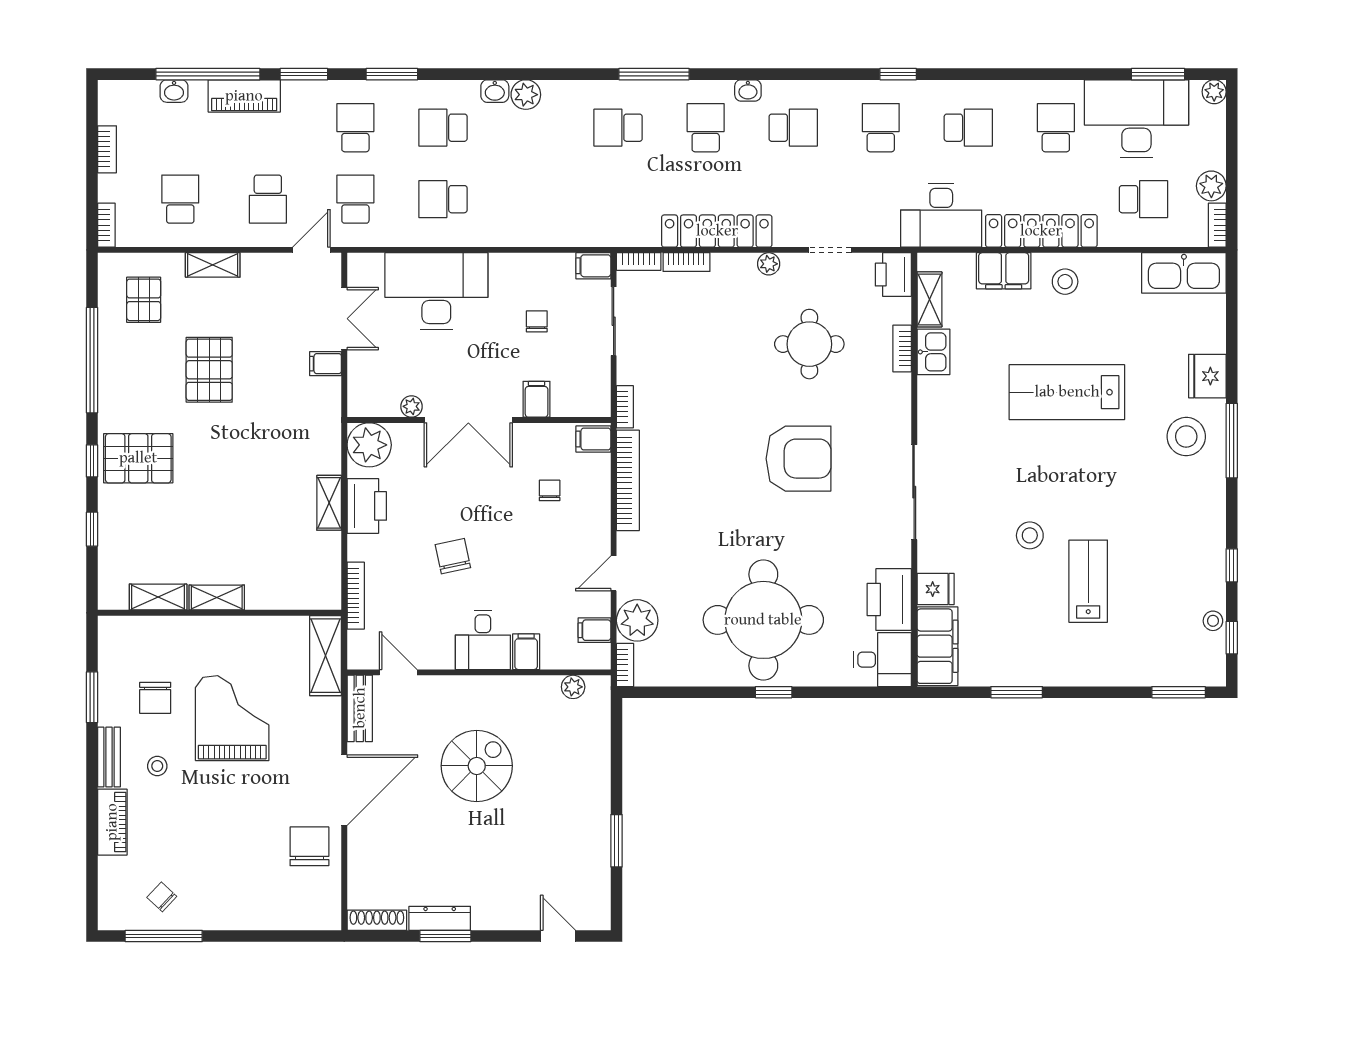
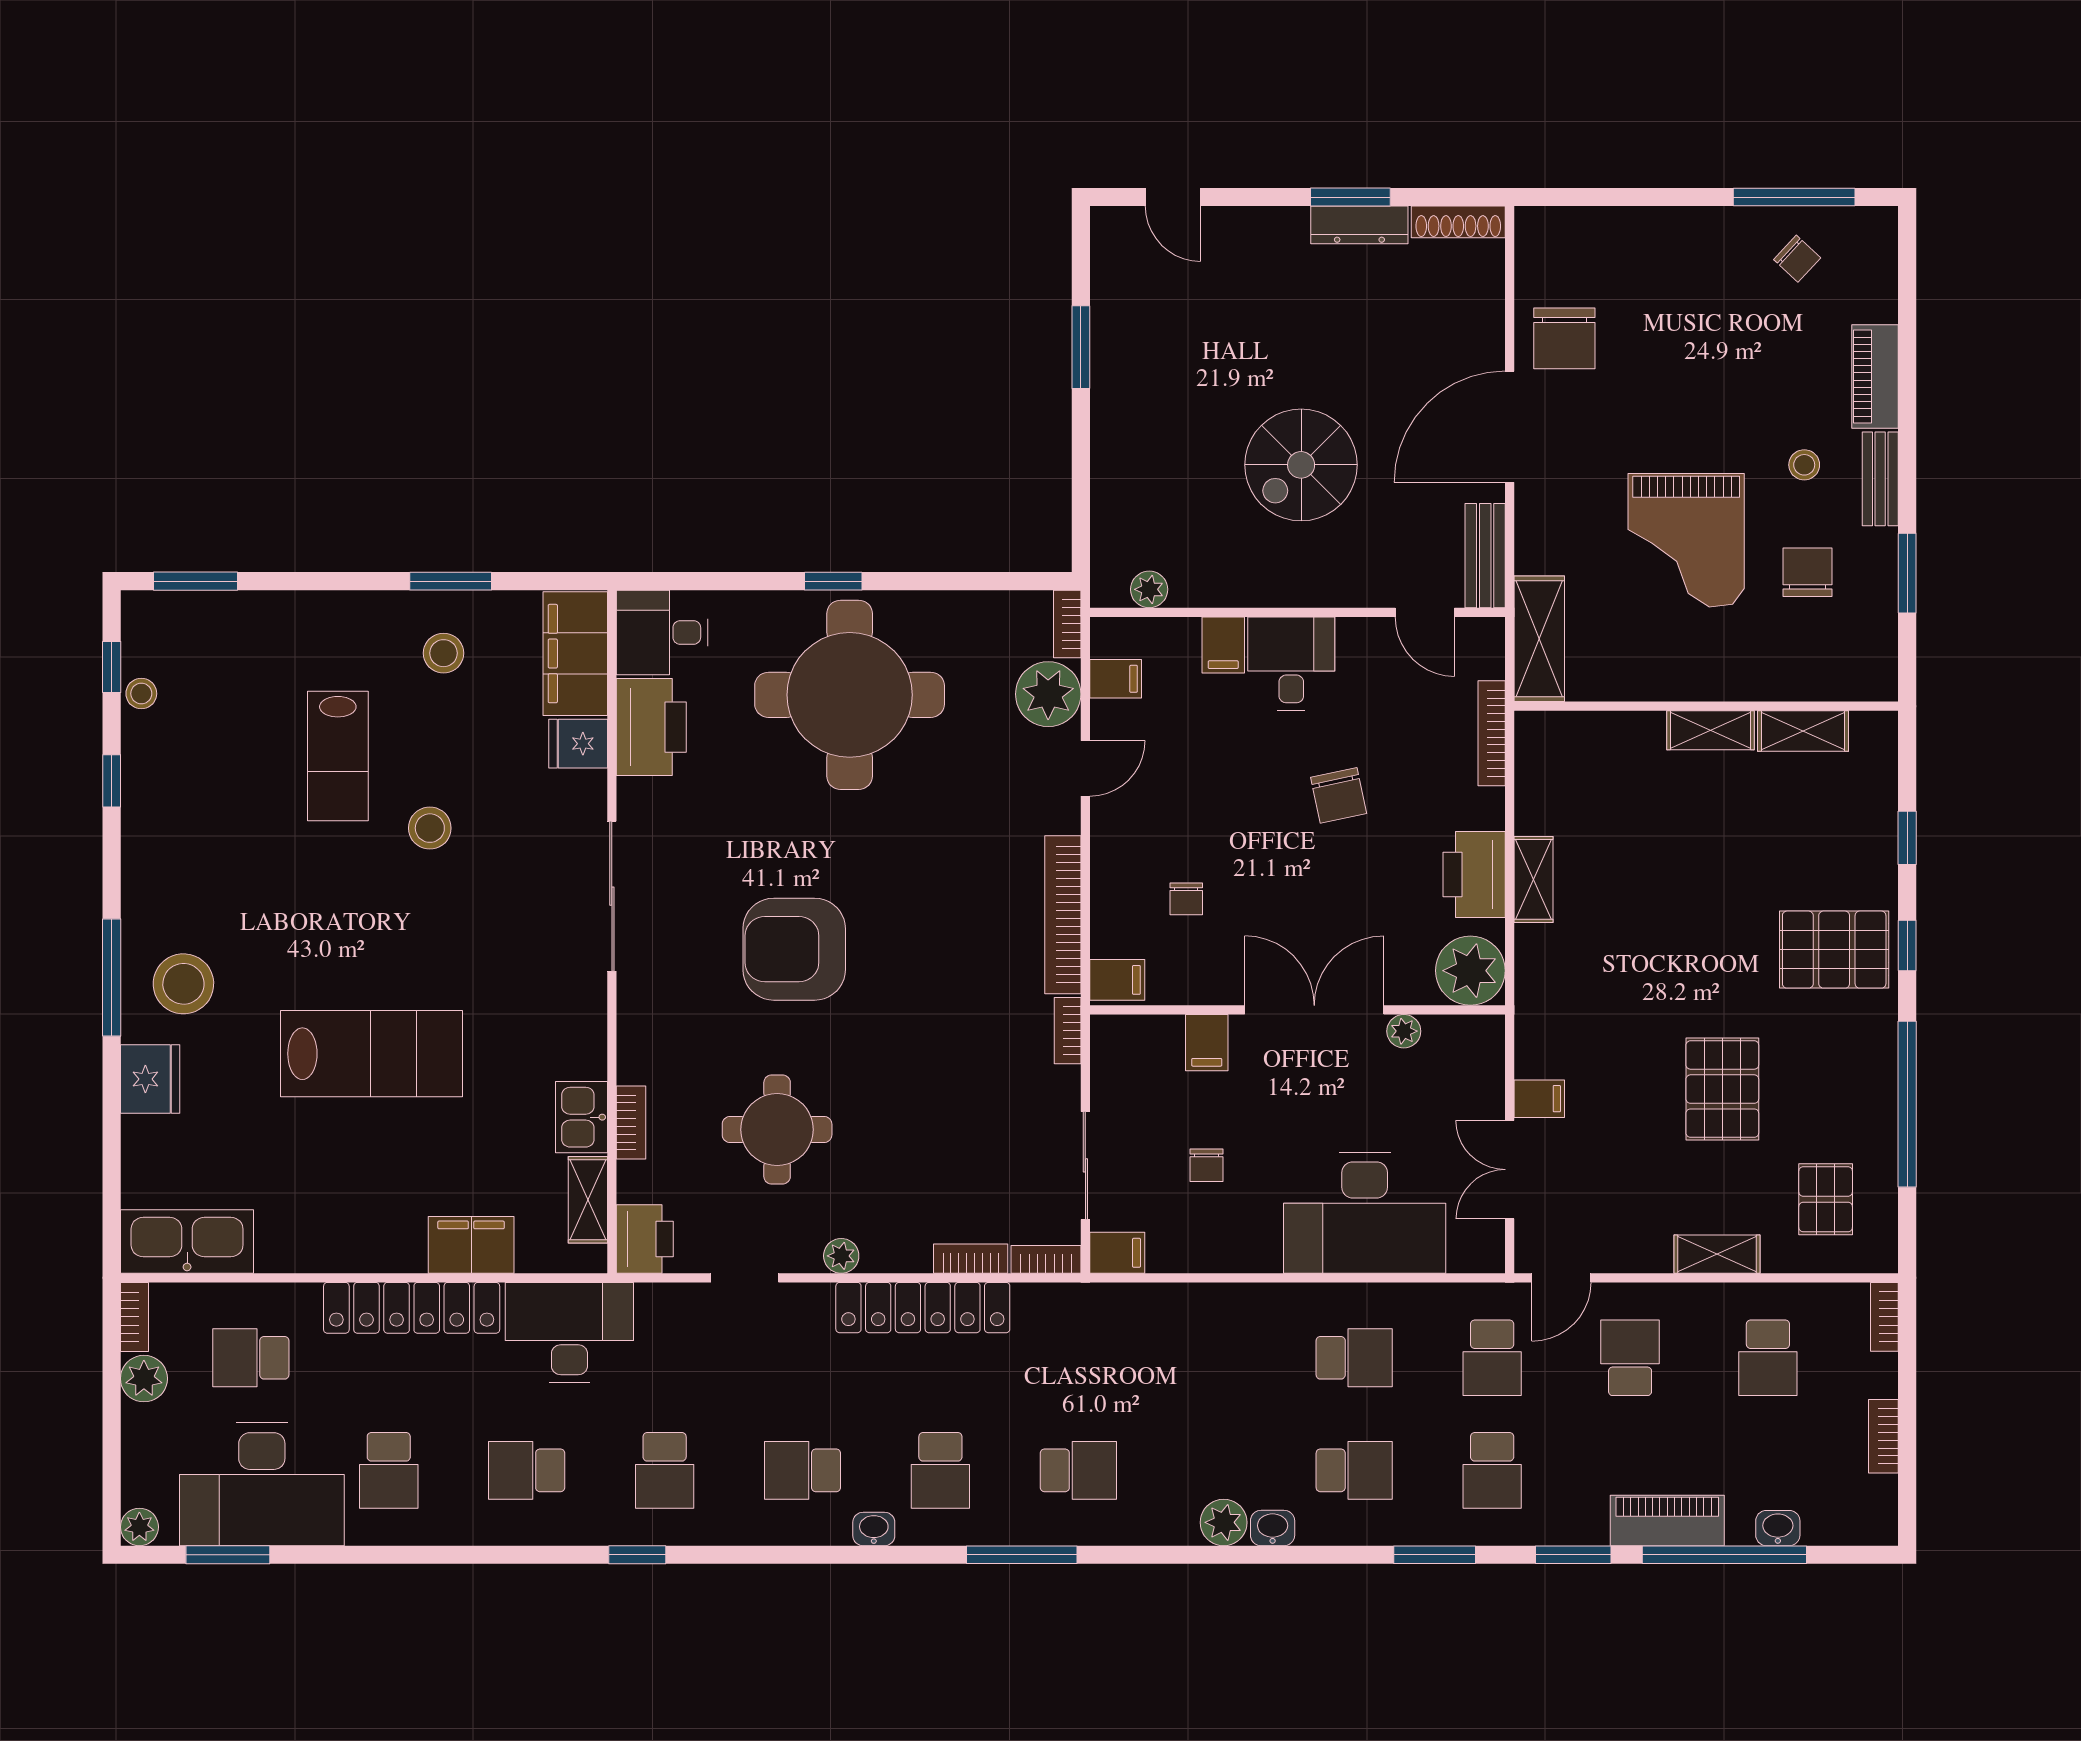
stool: (1065, 282) -> (444, 653), moved

